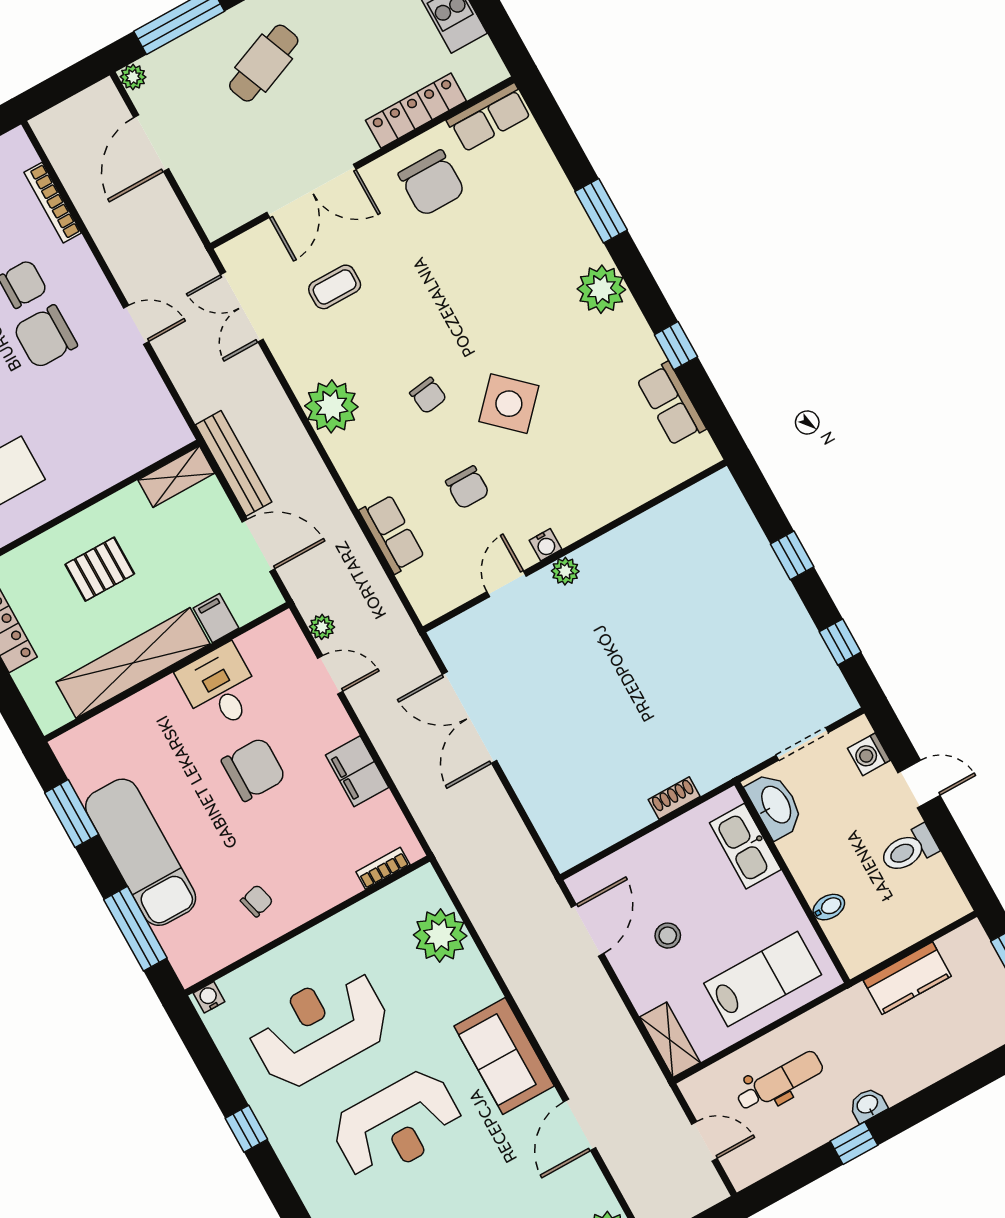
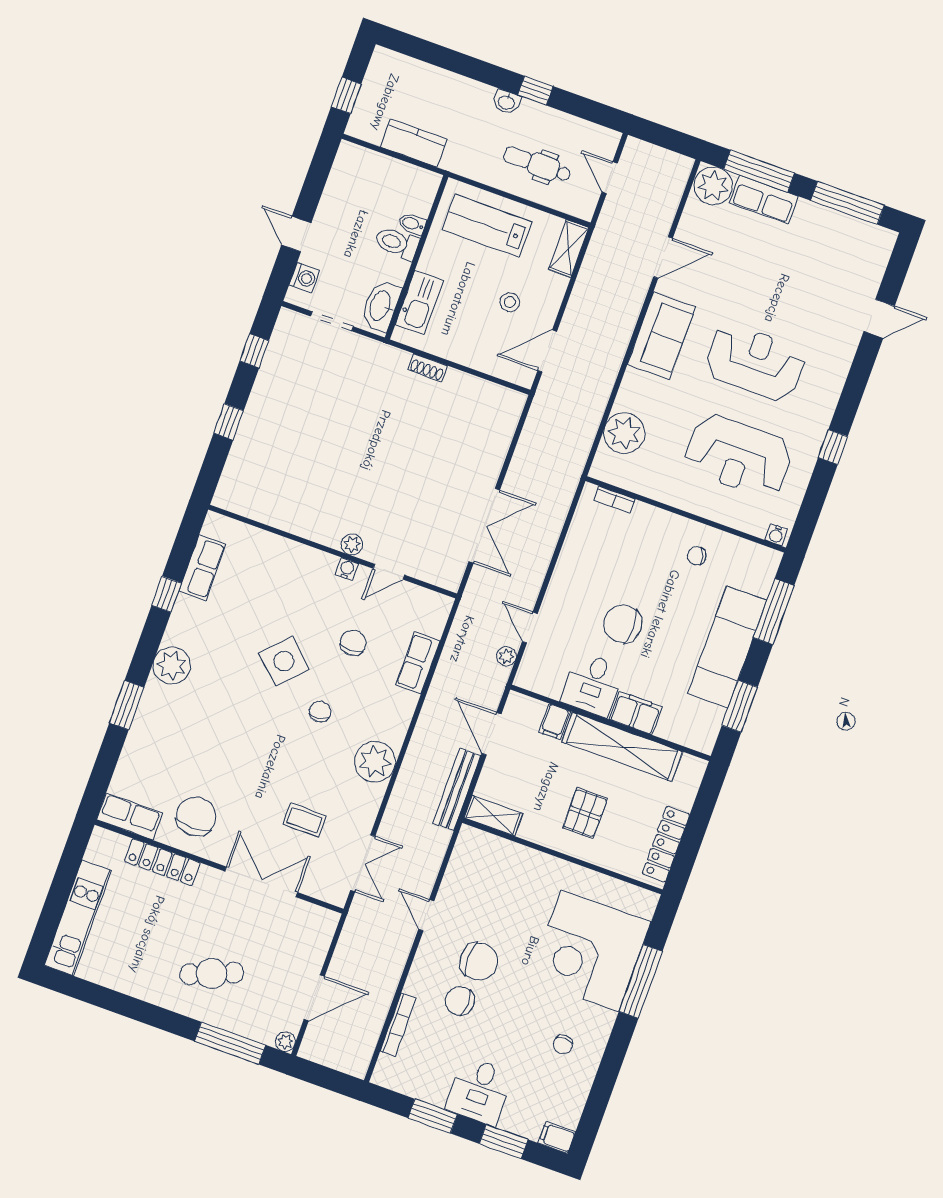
pallet: (100, 569) -> (585, 813), turned 90
filing cabinet: (357, 771) -> (636, 713), moved, turned -90
toilet: (909, 850) -> (397, 243), moved, turned 180

